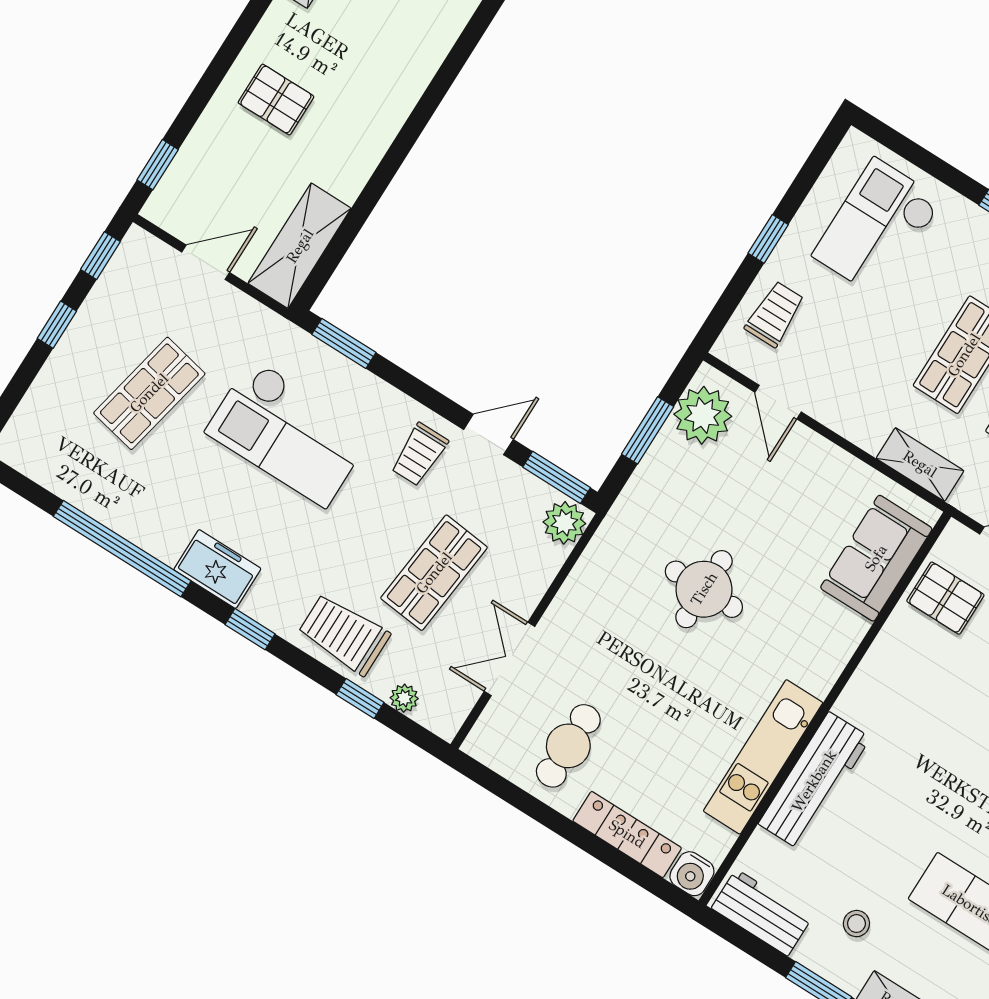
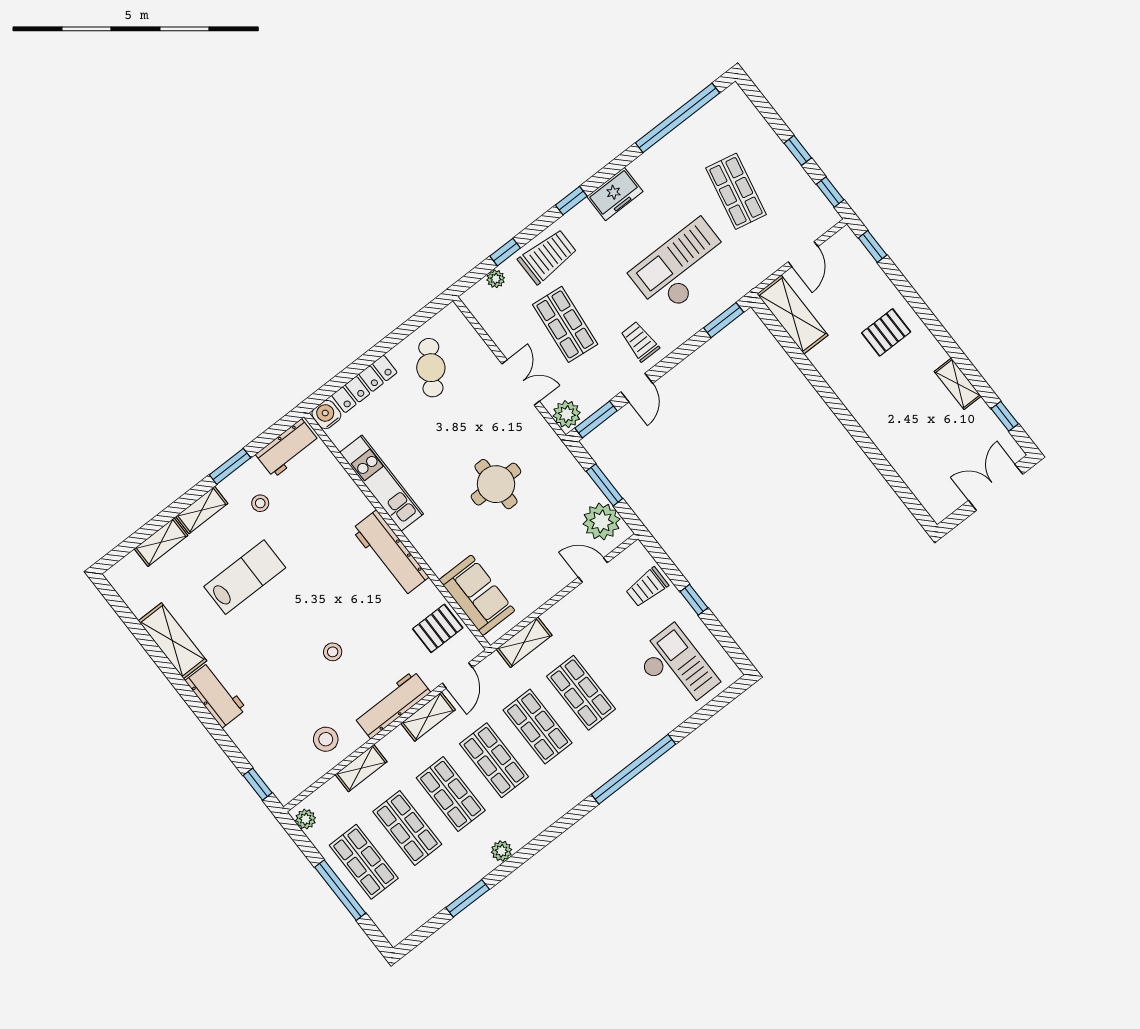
trolley: (775, 314) -> (647, 587), turned 90
window: (122, 549) -> (677, 118), moved
double door: (510, 659) -> (521, 382), moved
cafe table: (568, 746) -> (431, 368), turned 32
workbench: (814, 781) -> (390, 553), moved

